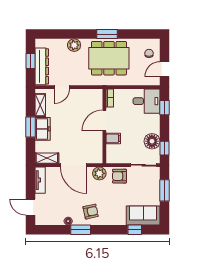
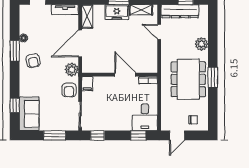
door: (164, 69) -> (177, 135), swing flipped
filing cabinet: (113, 138) -> (87, 84), moved
floor lamp: (152, 141) -> (104, 123), removed
armchair: (120, 176) -> (69, 90), turned 180

